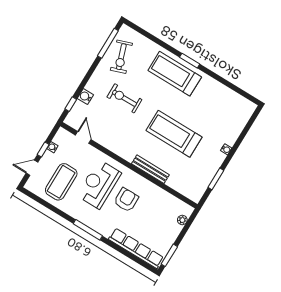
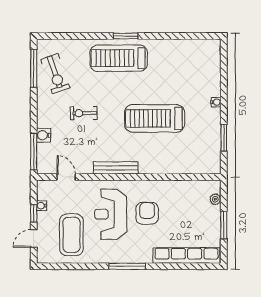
exercise bike: (124, 98) -> (84, 113), width x0.73, depth x0.72
window: (71, 104) -> (34, 152), width x2.17
bench: (150, 169) -> (116, 168), moved
window: (169, 255) -> (224, 225), moved

